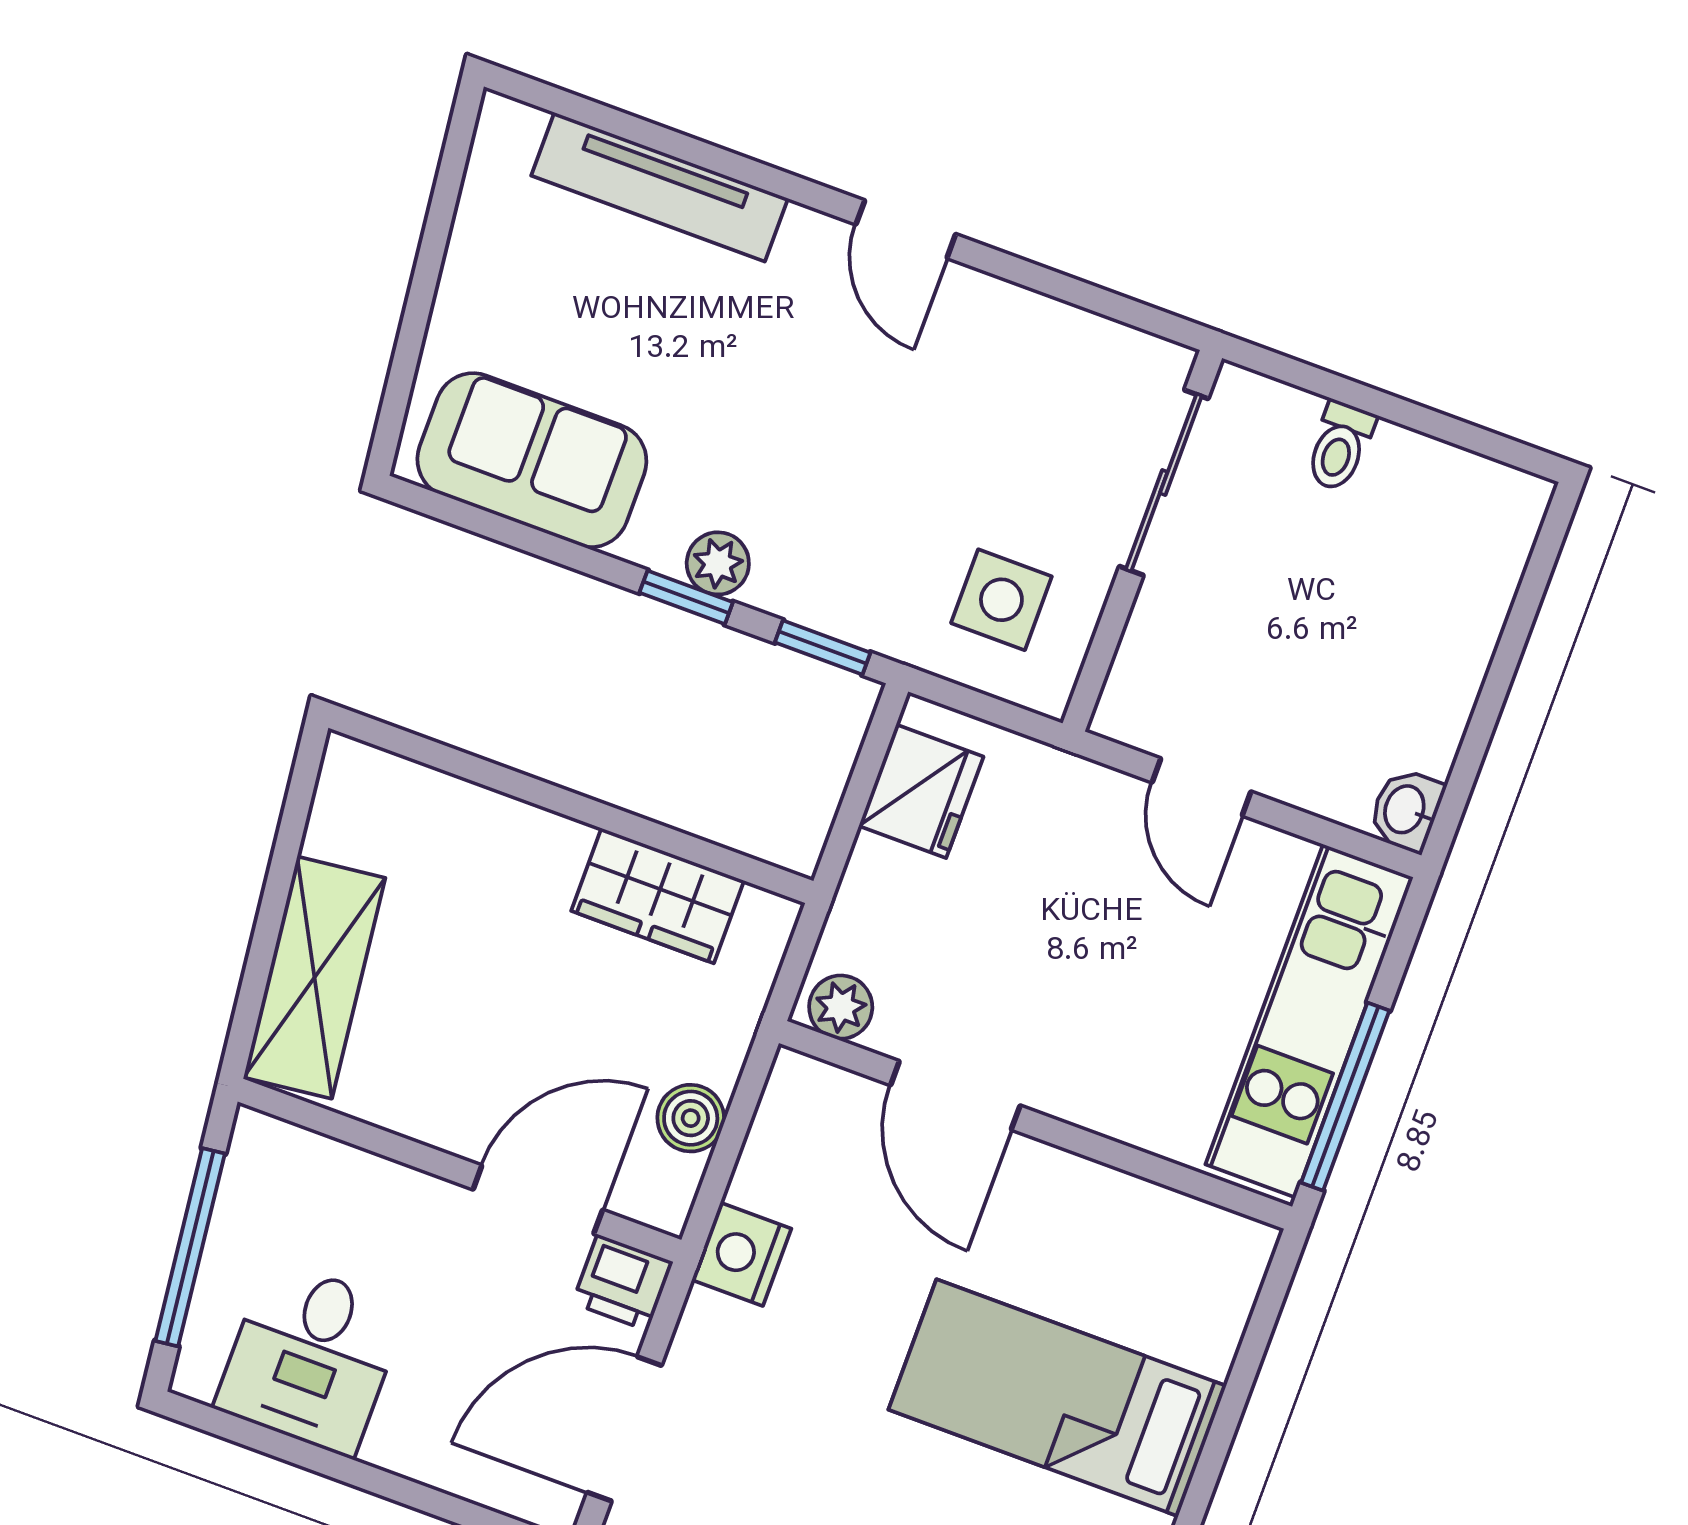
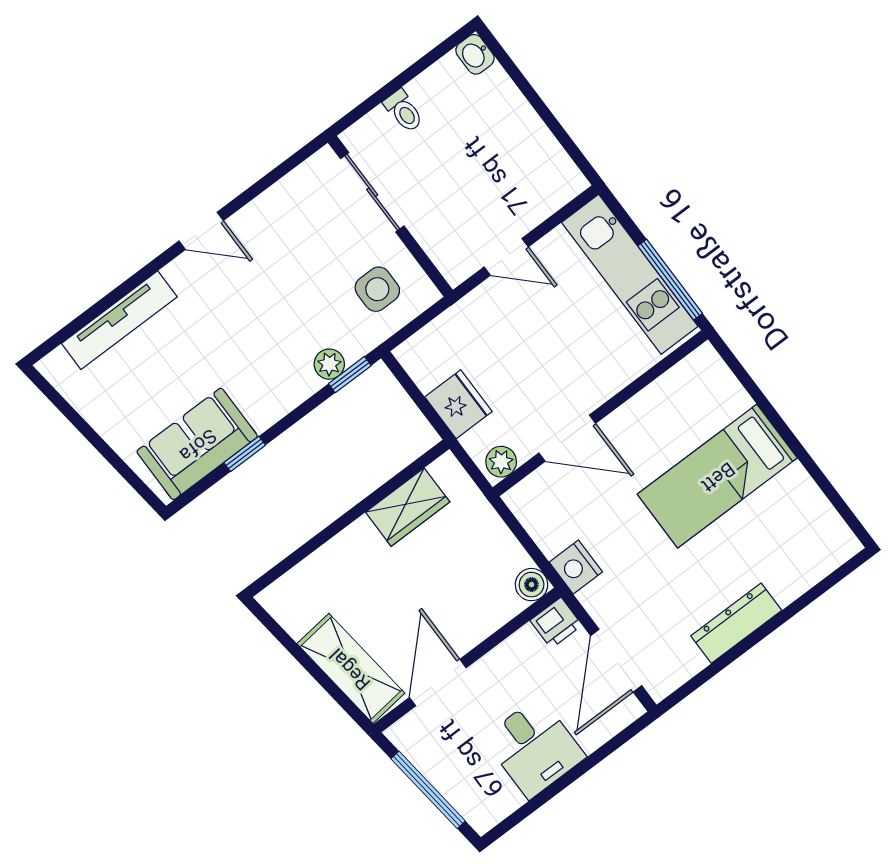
plant: (718, 563) -> (329, 364), moved
window: (686, 597) -> (245, 454), moved
fridge: (921, 791) -> (458, 404), moved
washbasin: (1406, 810) -> (475, 54), moved
boiler: (691, 1118) -> (532, 585), moved
door: (538, 1200) -> (438, 683), moved
desk: (311, 1358) -> (534, 747), moved

